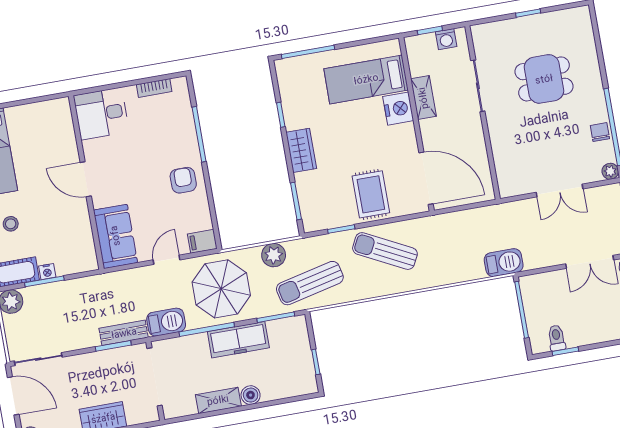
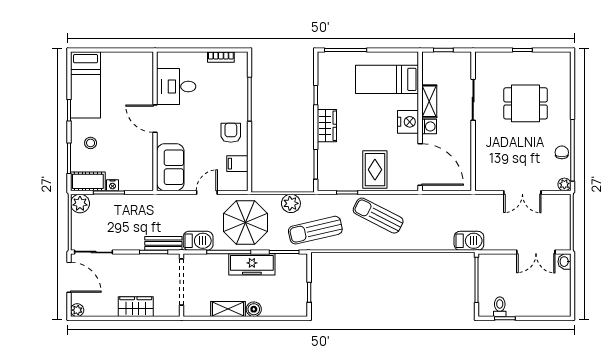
washing machine: (446, 39) -> (429, 126), moved, turned -90
nightstand: (398, 109) -> (408, 122), moved
desk: (101, 114) -> (176, 87), moved
filing cabinet: (202, 241) -> (237, 164), moved

